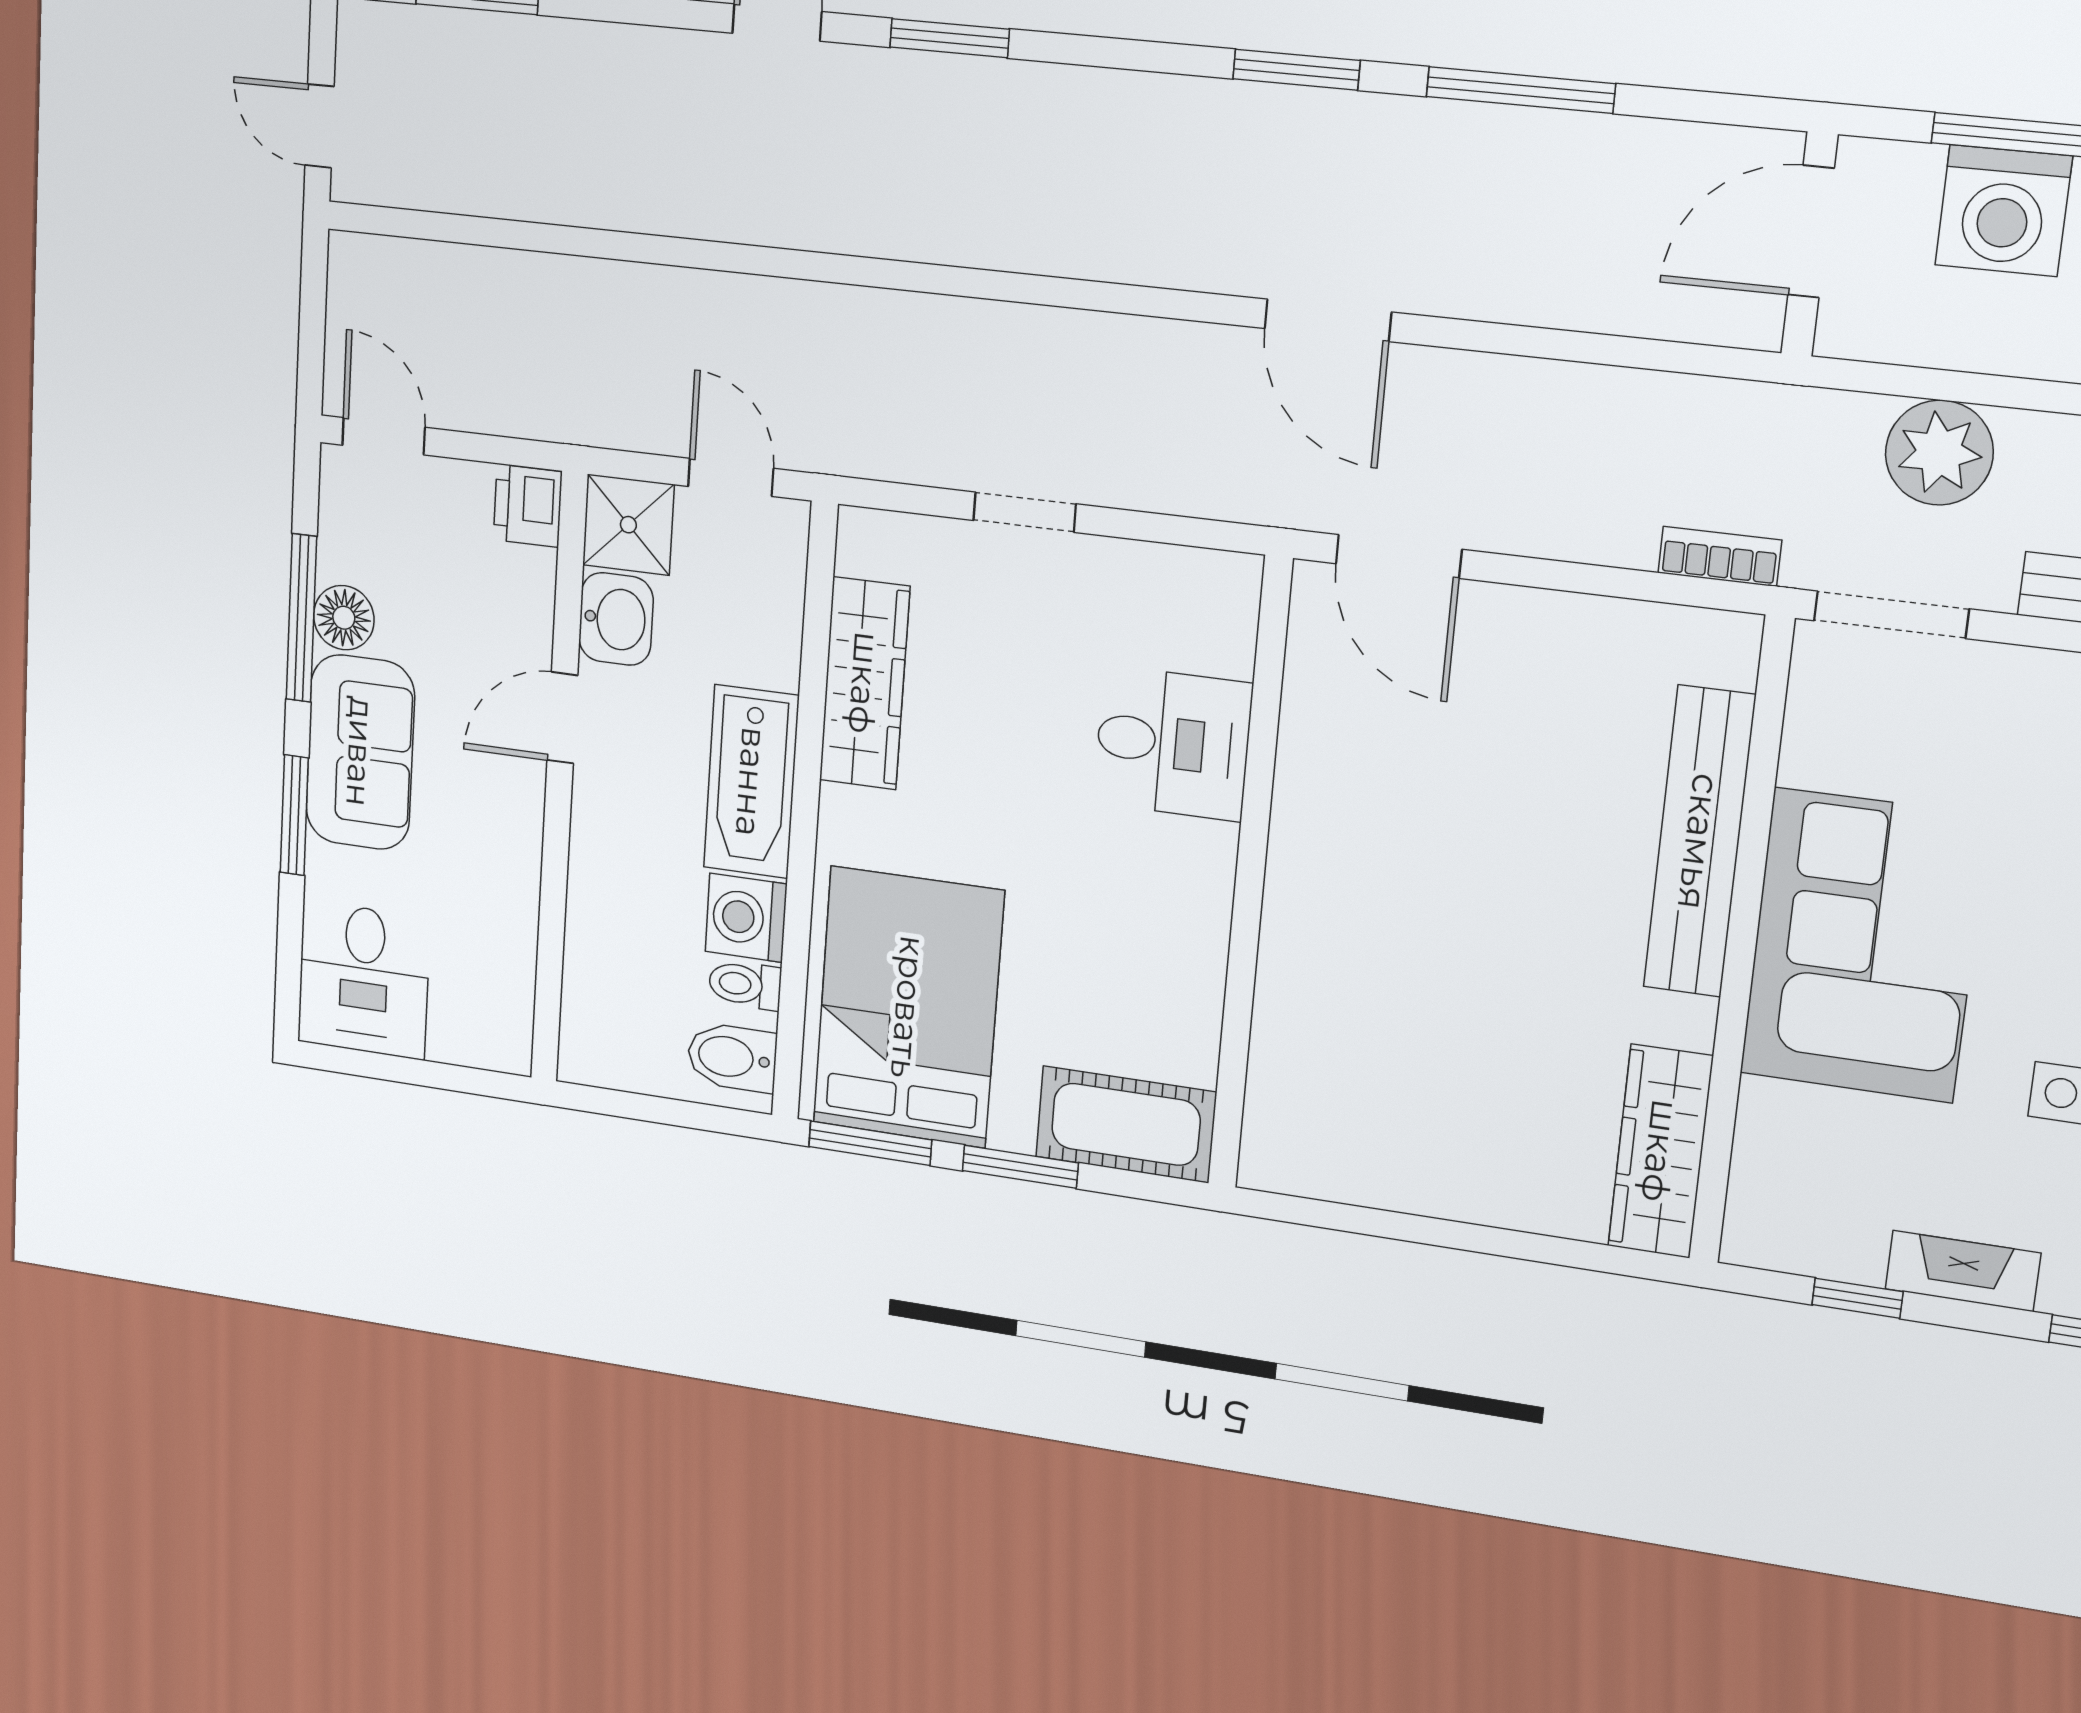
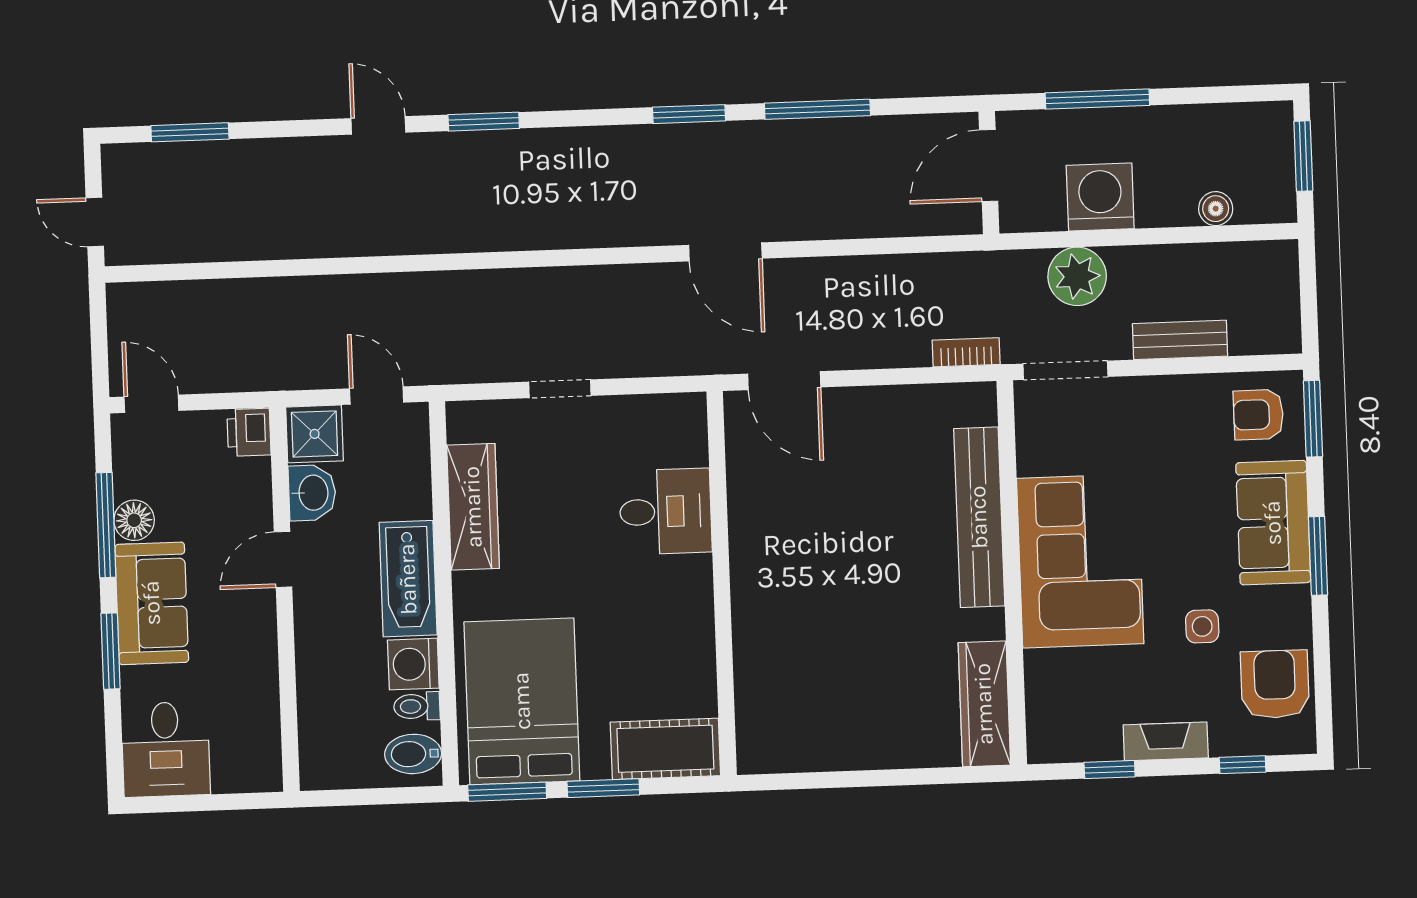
washing machine: (2004, 211) -> (1100, 197), moved, turned 180

